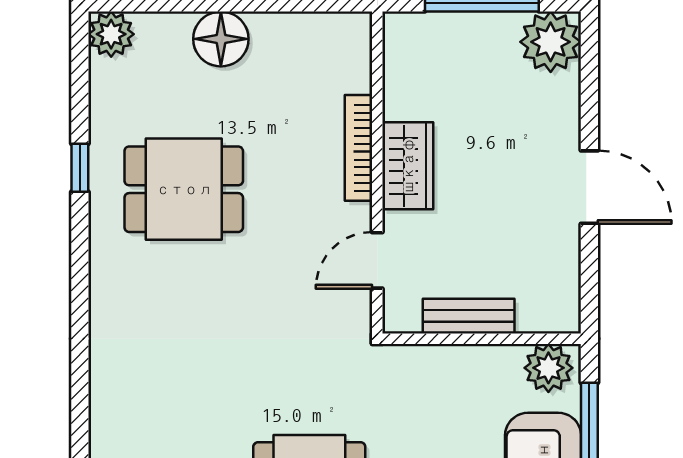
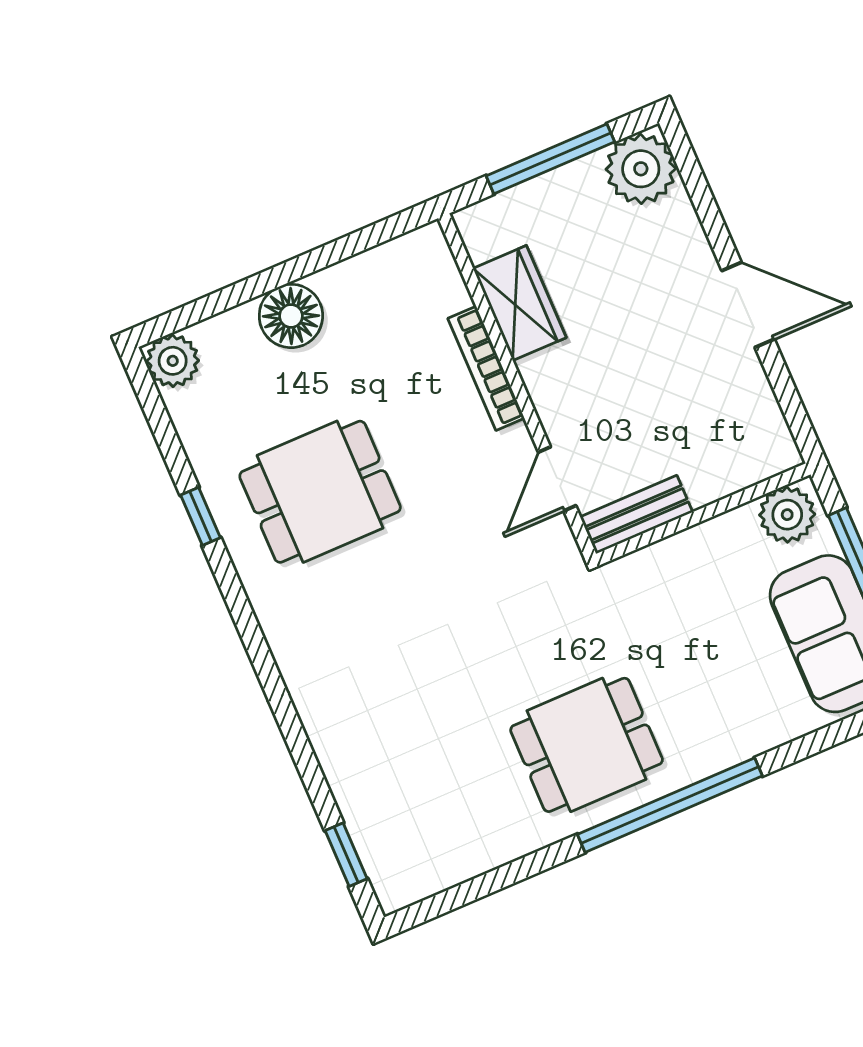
wardrobe: (408, 166) -> (520, 303), moved
bench: (469, 316) -> (636, 514), moved

